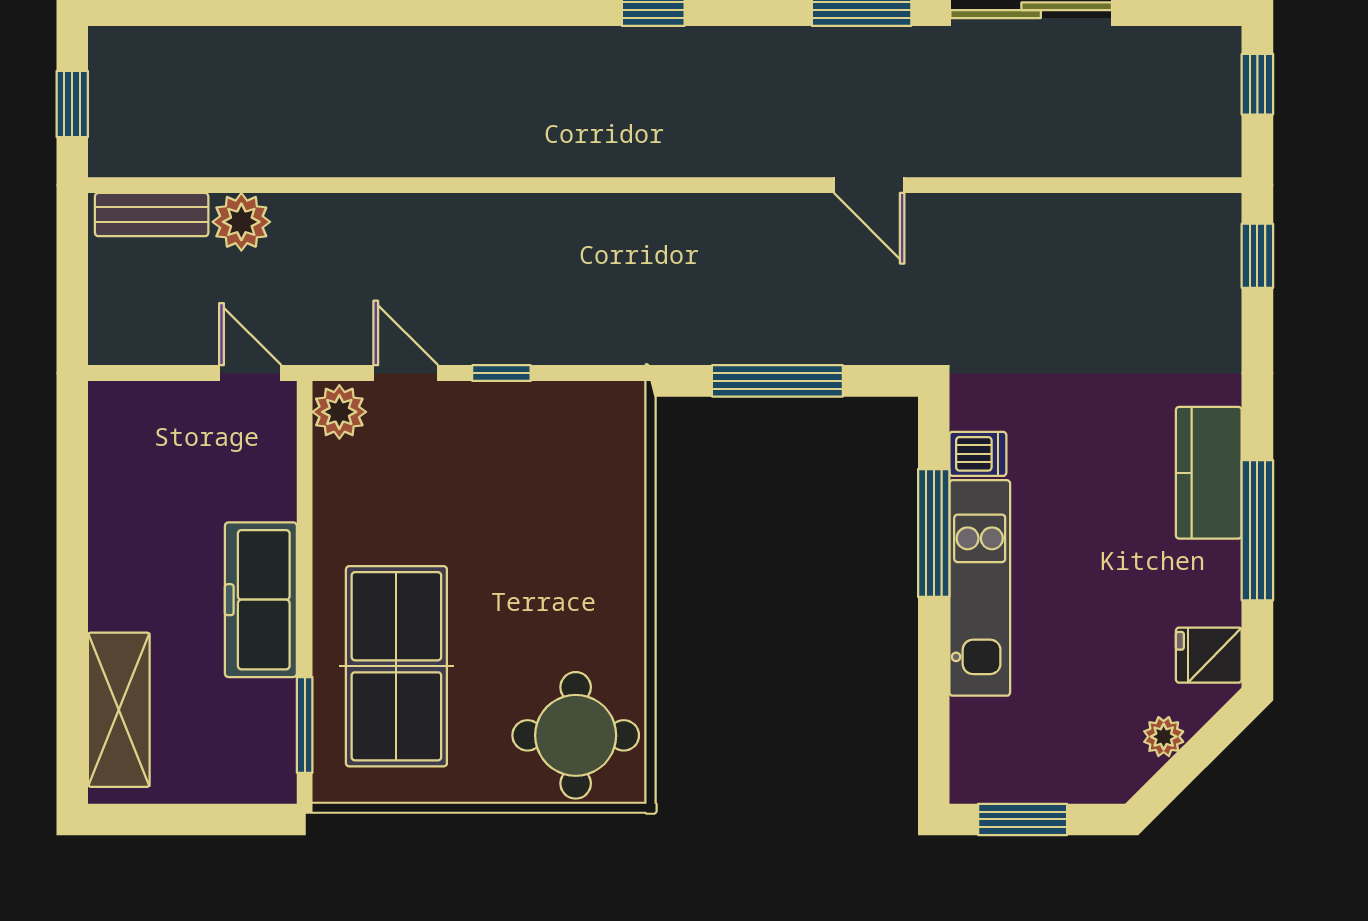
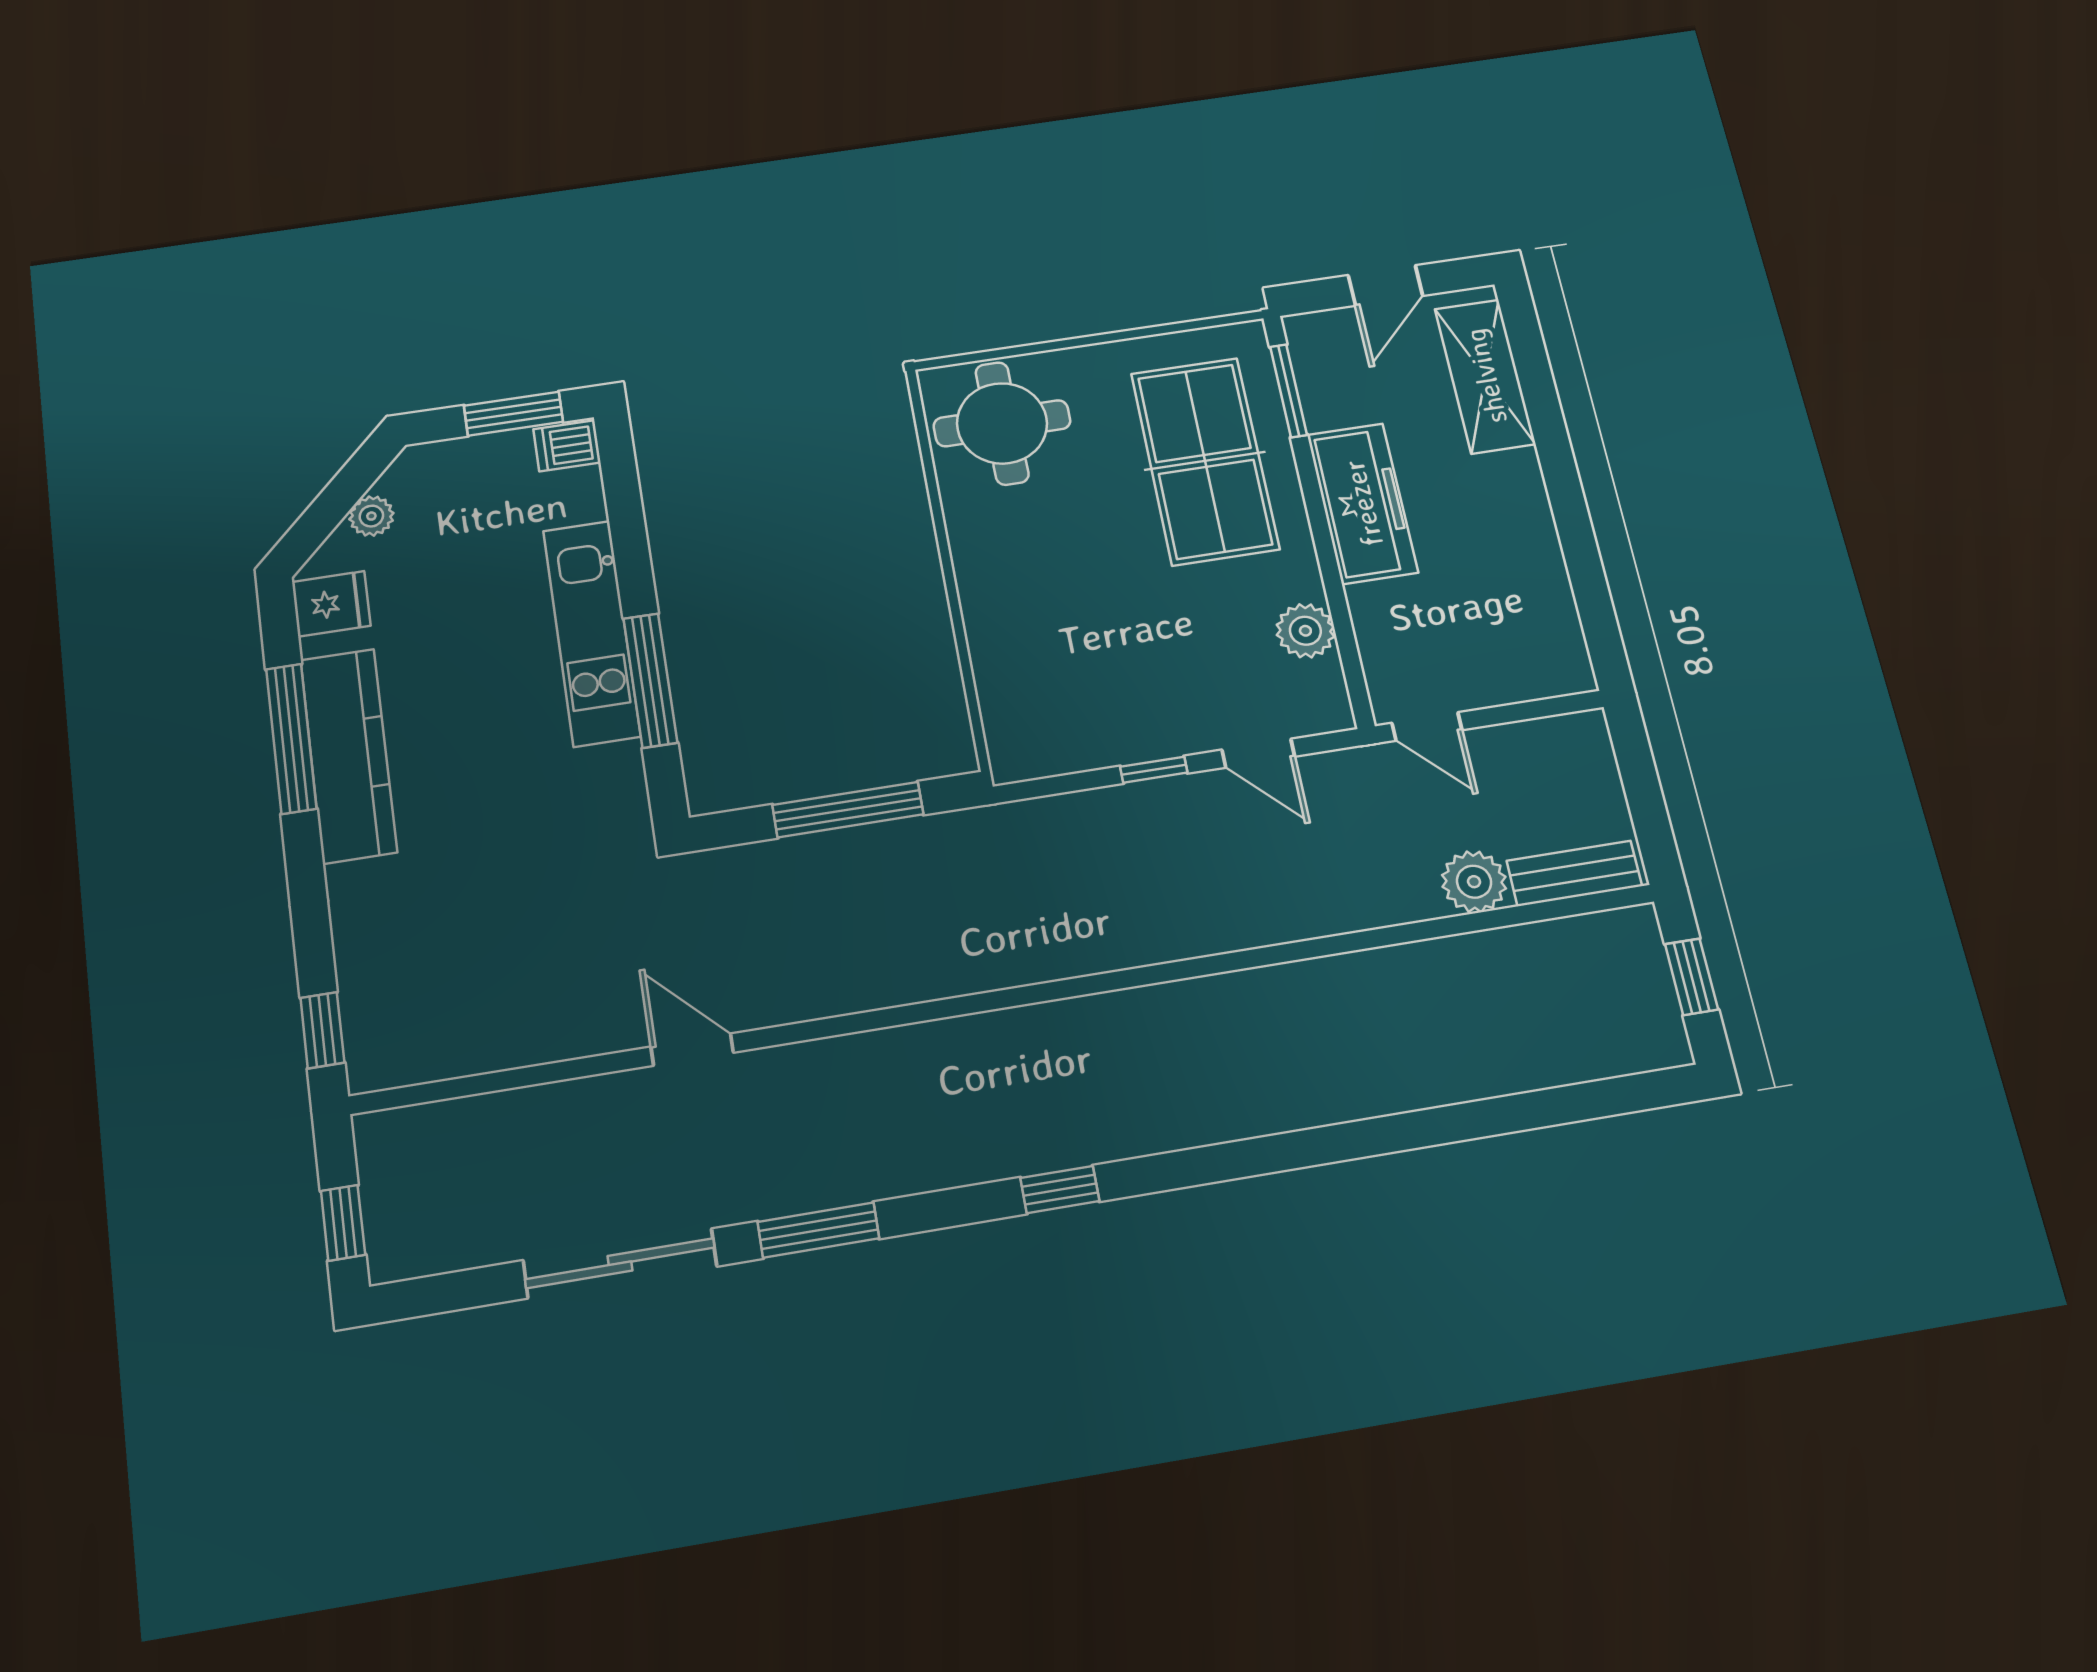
door: (869, 185) -> (692, 1050), moved
plant: (339, 412) -> (1305, 631), moved
dishwasher: (978, 454) -> (567, 446), moved
kitchen counter: (1209, 473) -> (348, 755), width x1.50
door: (191, 819) -> (1385, 285), added

